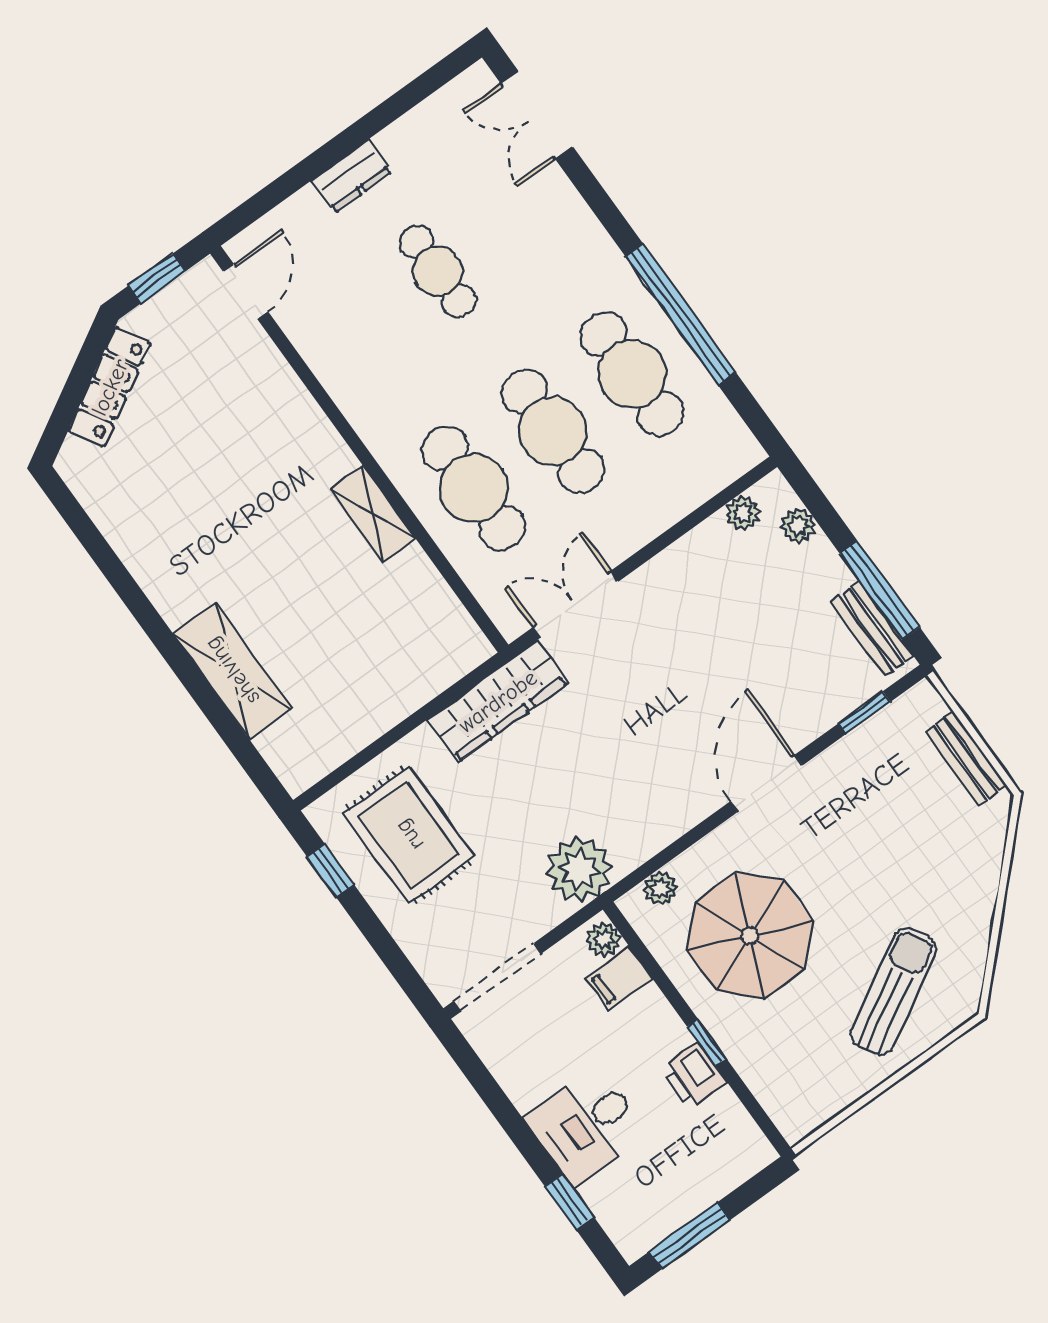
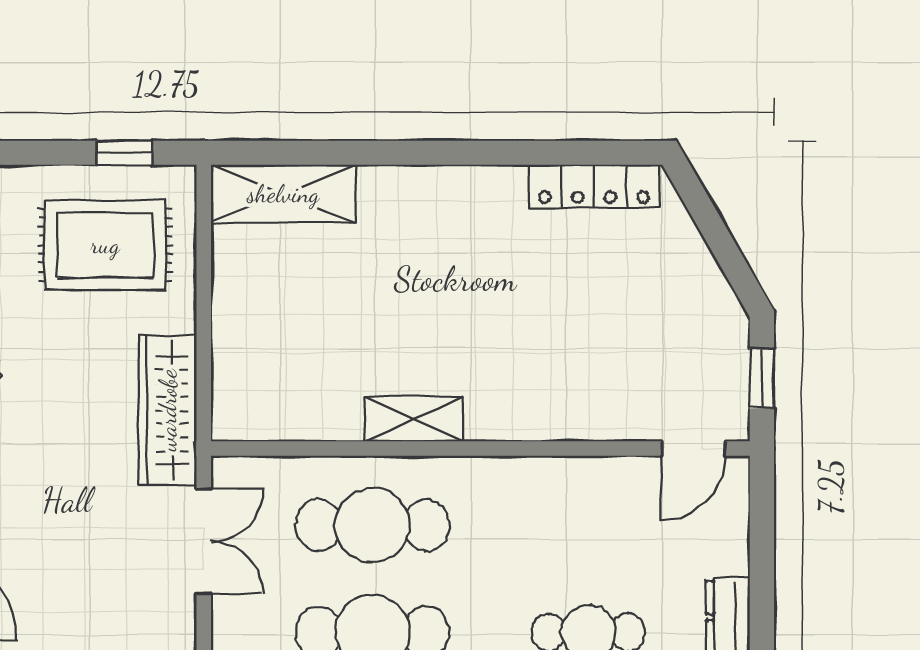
door: (246, 291) -> (694, 449), hinge flipped
locker: (110, 387) -> (594, 186), moved, turned -60
shelving: (232, 671) -> (283, 194), moved

